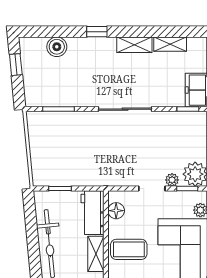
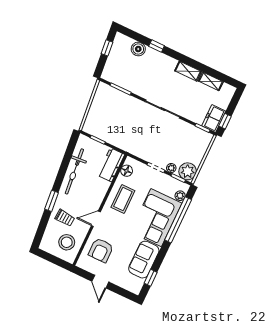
window: (97, 32) -> (157, 46), moved
coffee table: (129, 249) -> (123, 199), turned 90
shelving: (96, 254) -> (101, 192), removed

